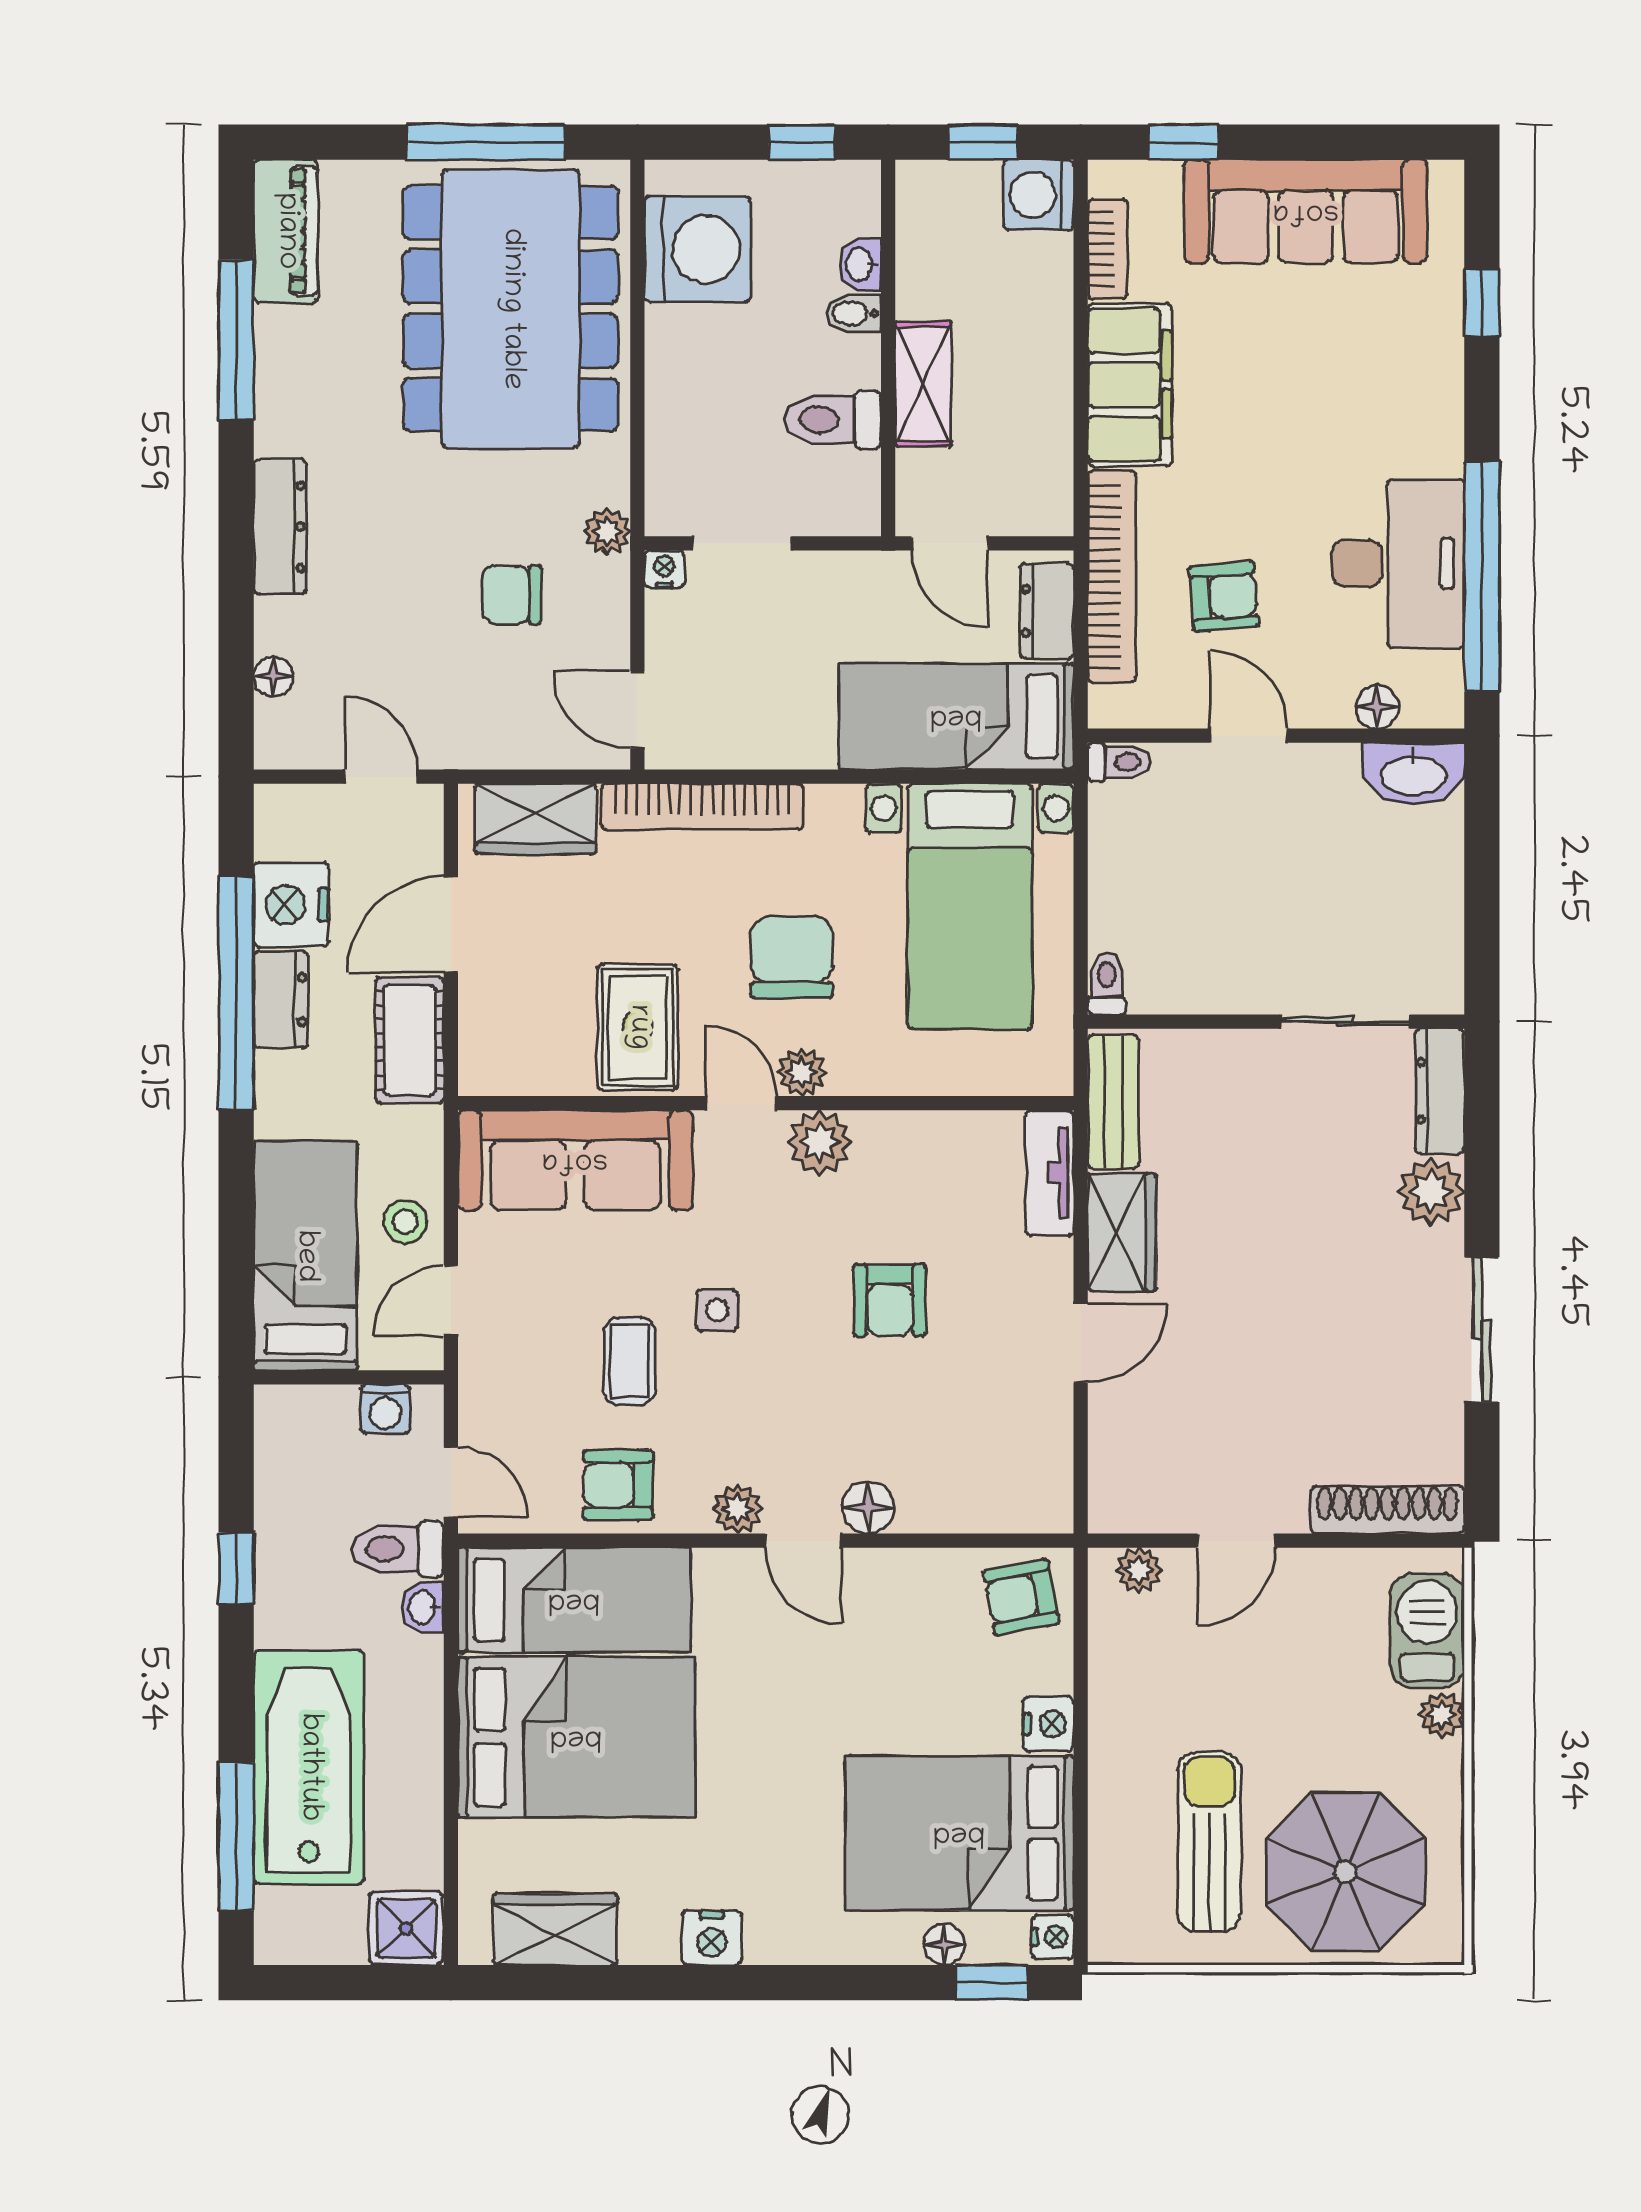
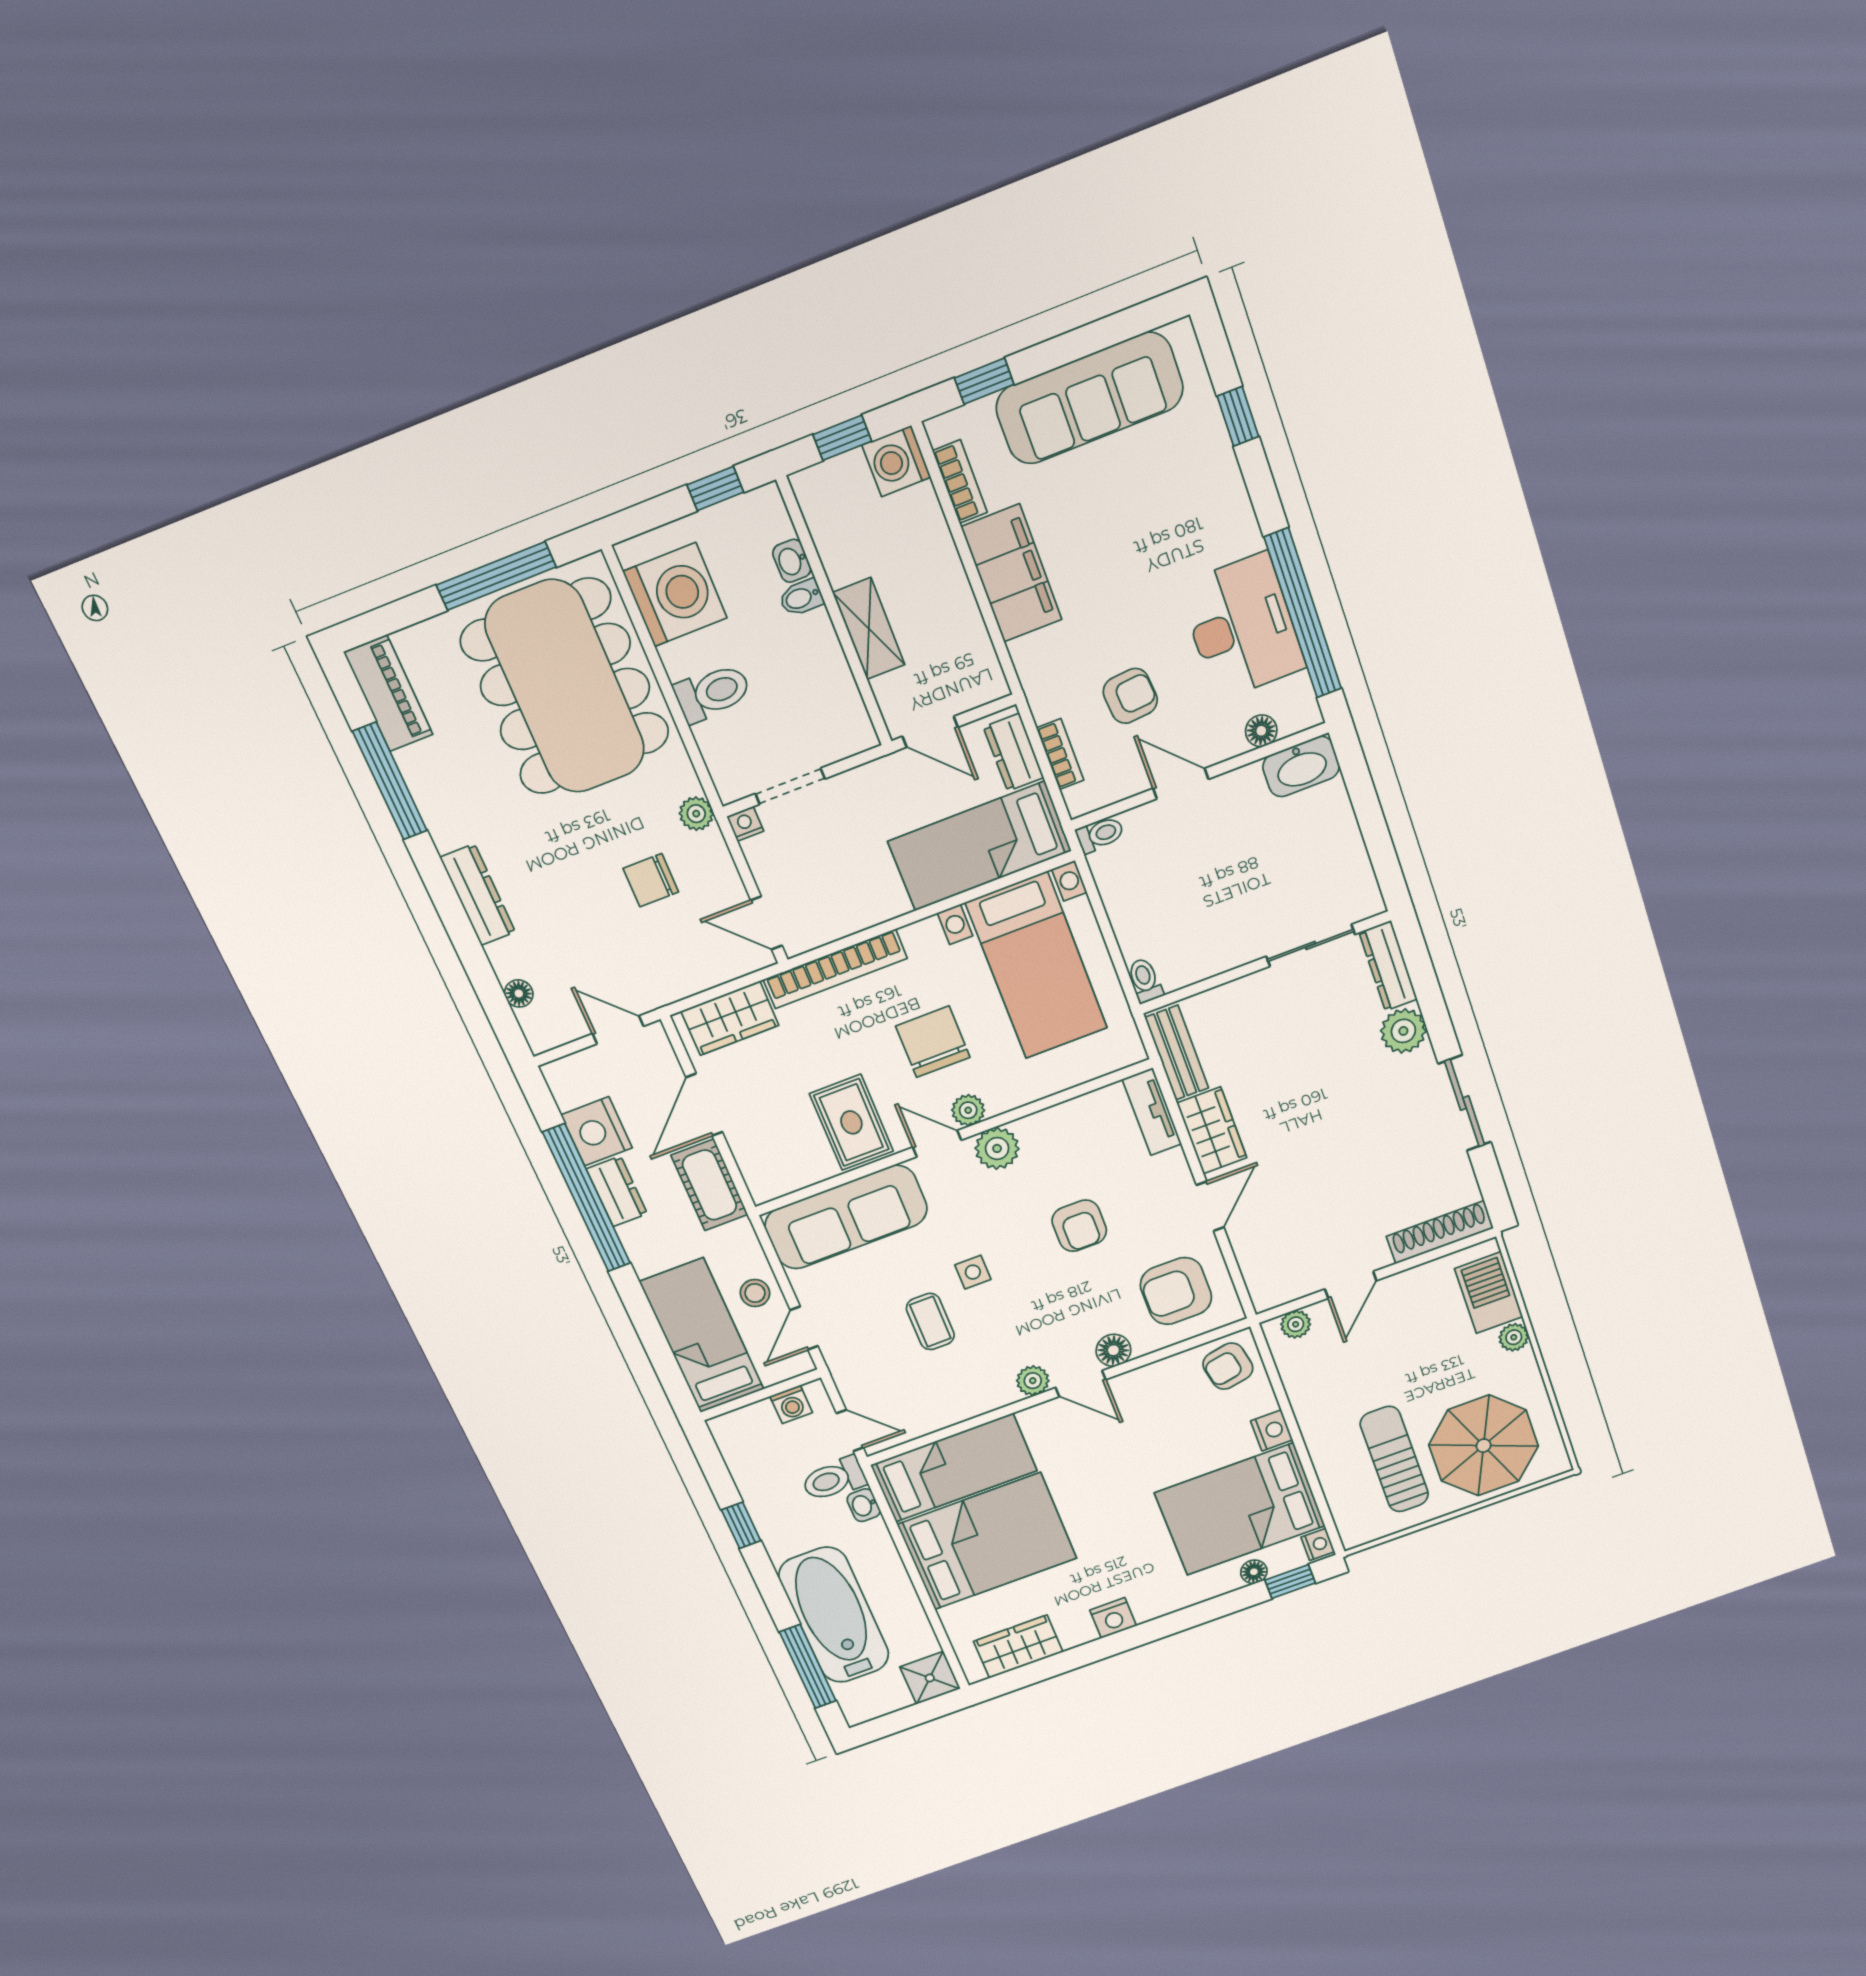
toilet: (833, 420) -> (713, 693), moved, turned 180
bookcase: (1112, 577) -> (1060, 754), width x0.43, depth x0.76
armchair: (618, 1485) -> (1176, 1291), moved, width x1.38, depth x1.38

